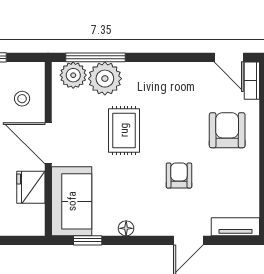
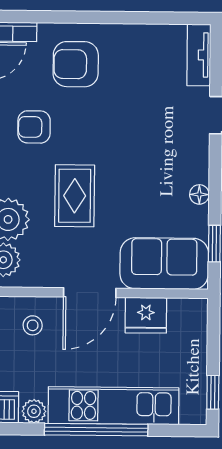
rug: (124, 130) -> (75, 196), turned 90
armchair: (179, 176) -> (34, 127), moved

